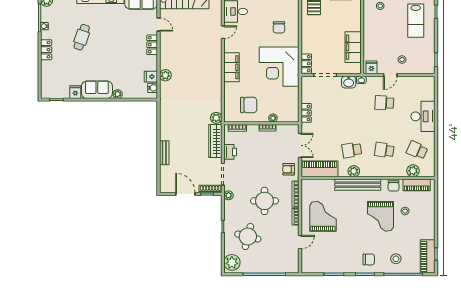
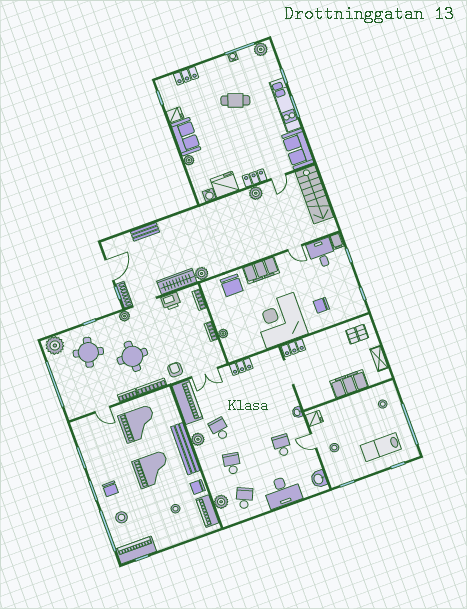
filing cabinet: (353, 47) -> (349, 384), moved
locker: (46, 50) -> (186, 76), moved
plant: (165, 75) -> (256, 193), moved
fridge: (151, 77) -> (225, 184), width x1.88, depth x1.34
washbasin: (349, 82) -> (319, 479), moved
chair: (249, 105) -> (232, 285), moved
grand piano: (381, 216) -> (152, 470), moved, turned 180

